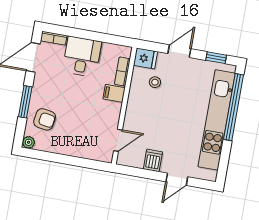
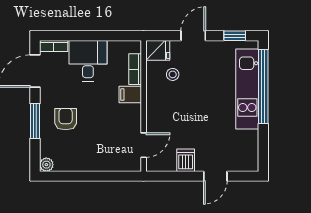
armchair: (45, 119) -> (66, 119), moved, turned -99
kitchen unit: (217, 120) -> (247, 89), width x0.73

